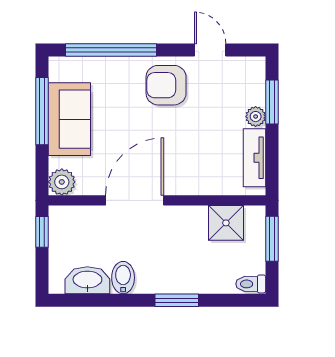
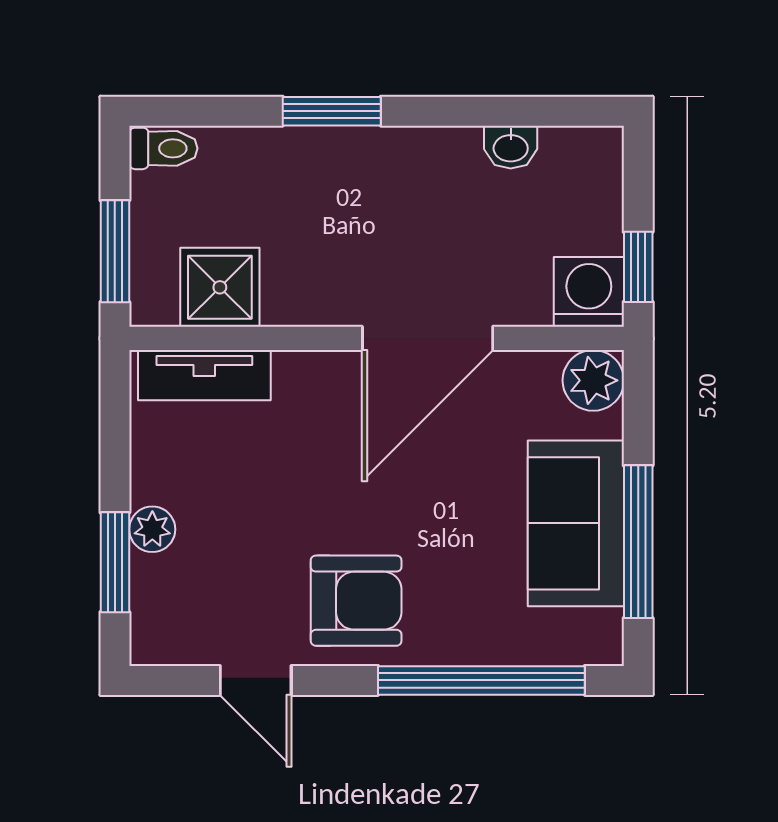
tv unit: (255, 158) -> (204, 375), moved, turned 90
washing machine: (64, 221) -> (589, 292), added
bidet: (123, 278) -> (454, 163), removed
washbasin: (87, 280) -> (511, 147), width x0.52, depth x0.69

